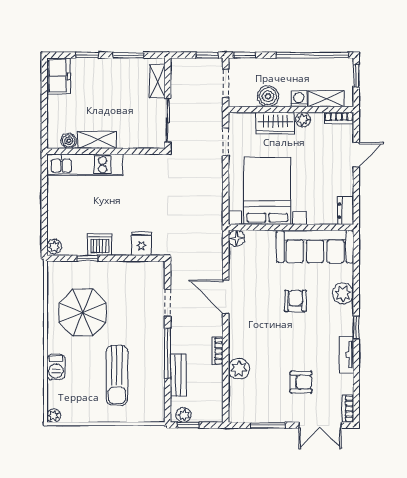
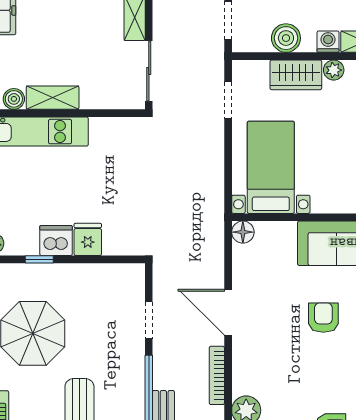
bed with nightstands: (267, 191) -> (271, 167), width x0.73
fridge: (141, 244) -> (88, 239), moved
bookcase: (217, 351) -> (217, 375), width x1.56

